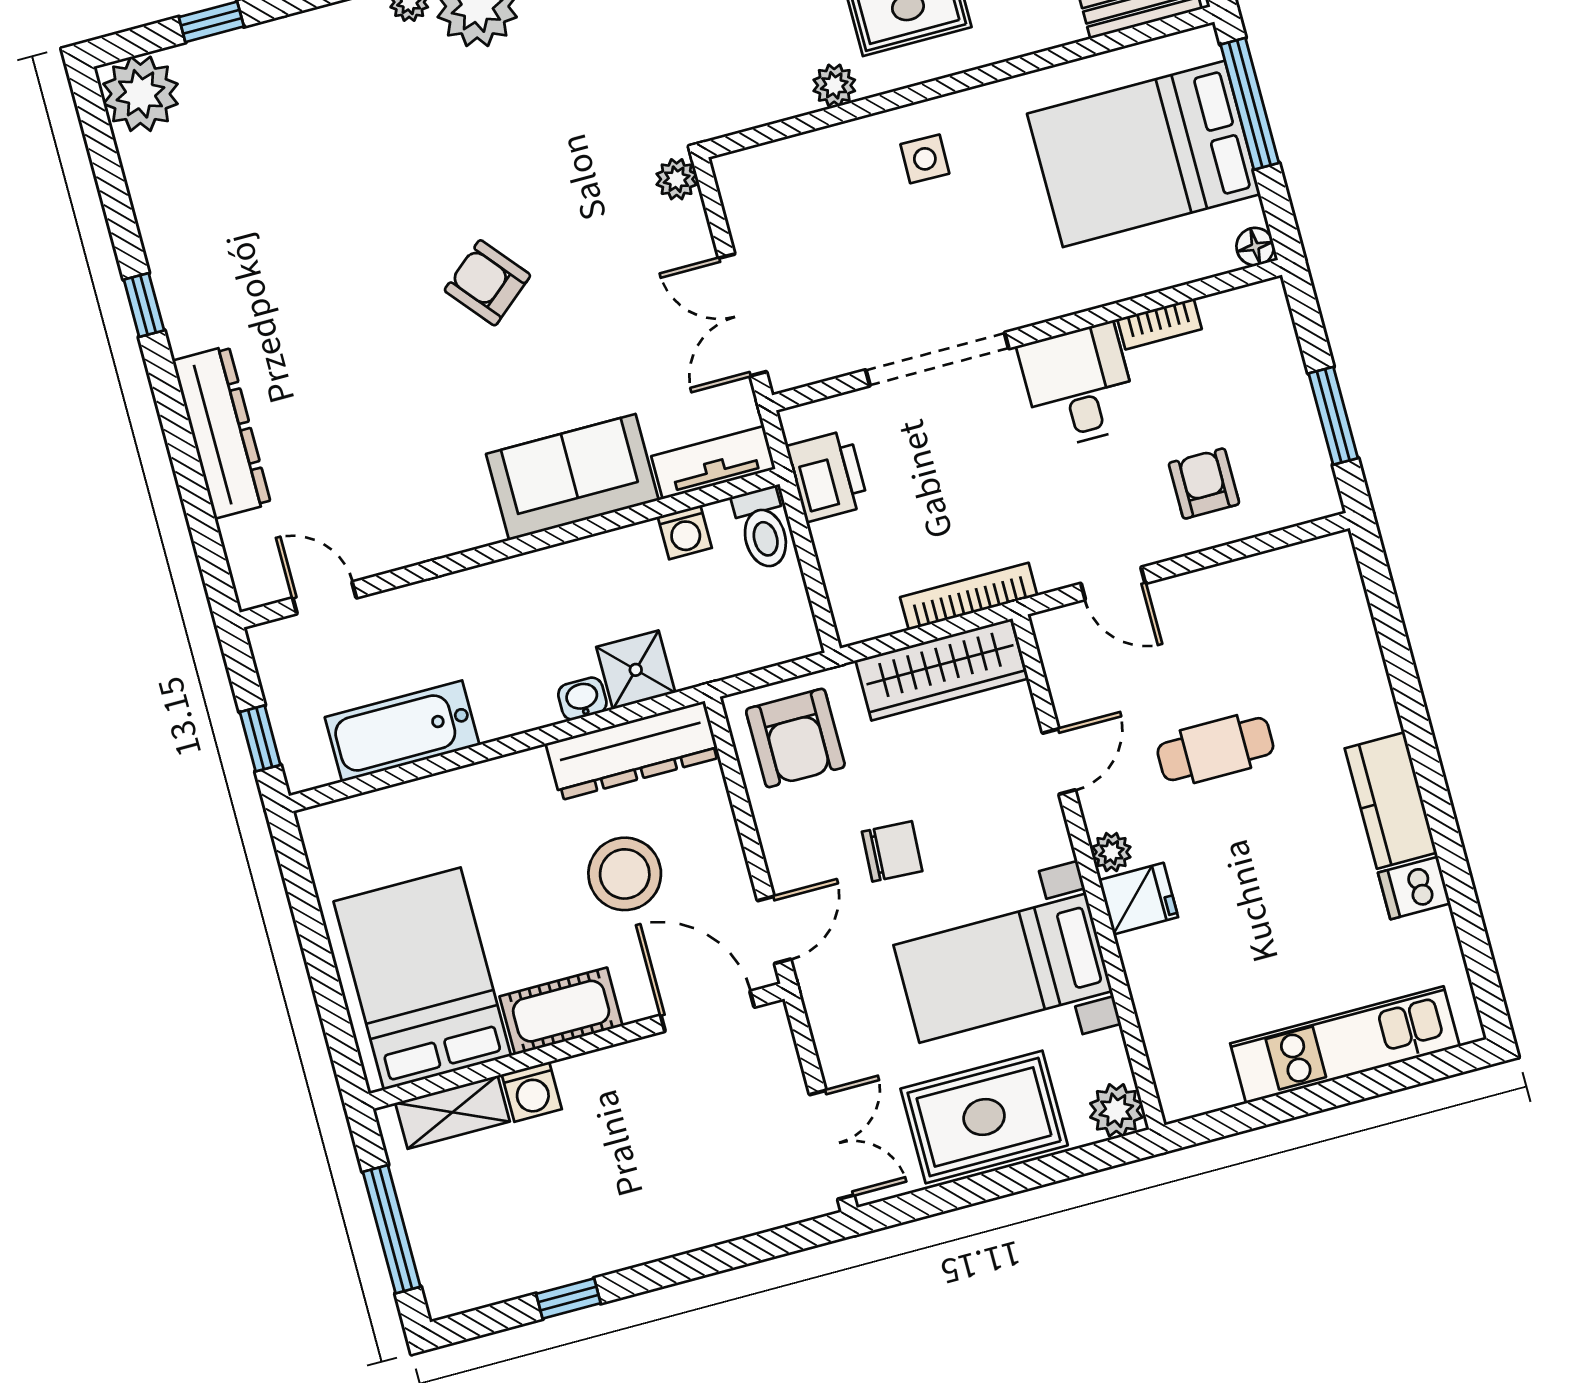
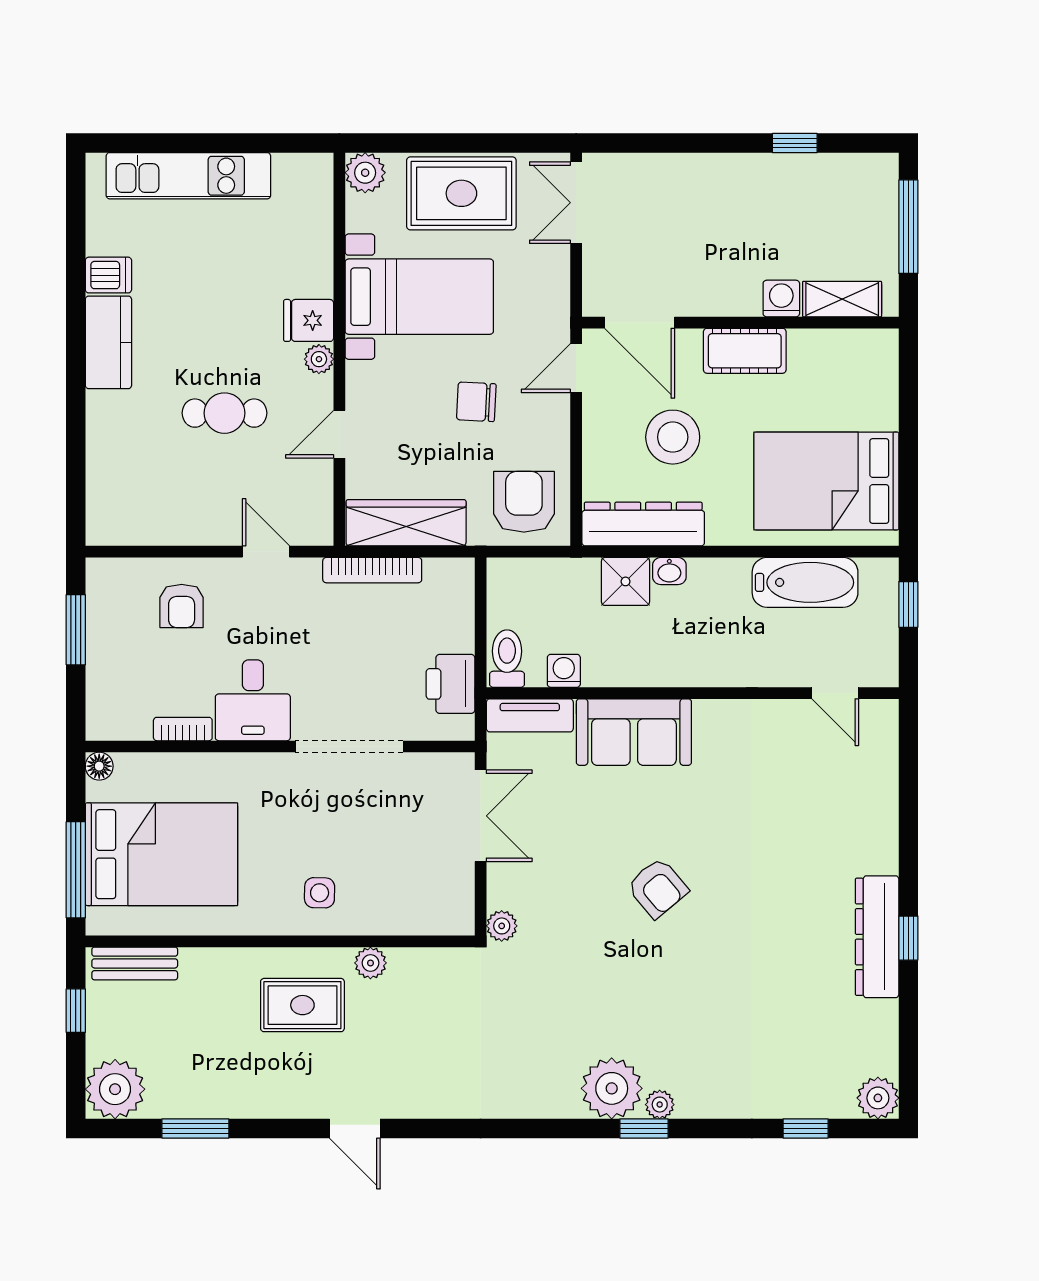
plant: (140, 94) -> (878, 1098), width x0.73, depth x0.73
dresser: (222, 432) -> (877, 937), moved
bed: (422, 979) -> (826, 481), moved, turned 90

